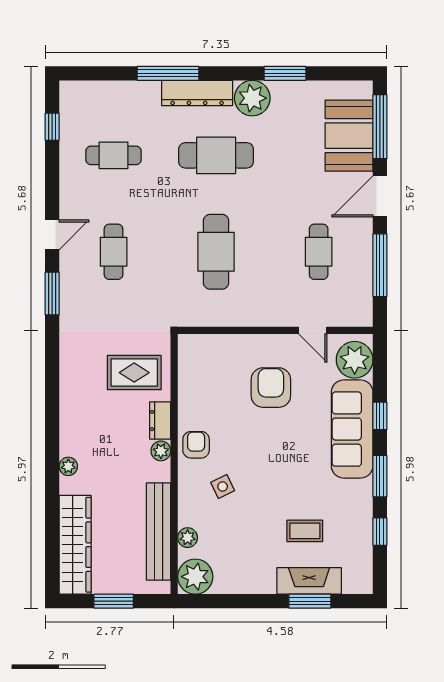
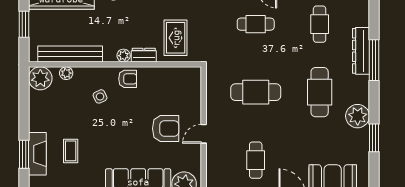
dresser: (197, 93) -> (361, 51), moved
cafe table: (319, 252) -> (256, 160), turned 90
door: (313, 330) -> (204, 134), moved

